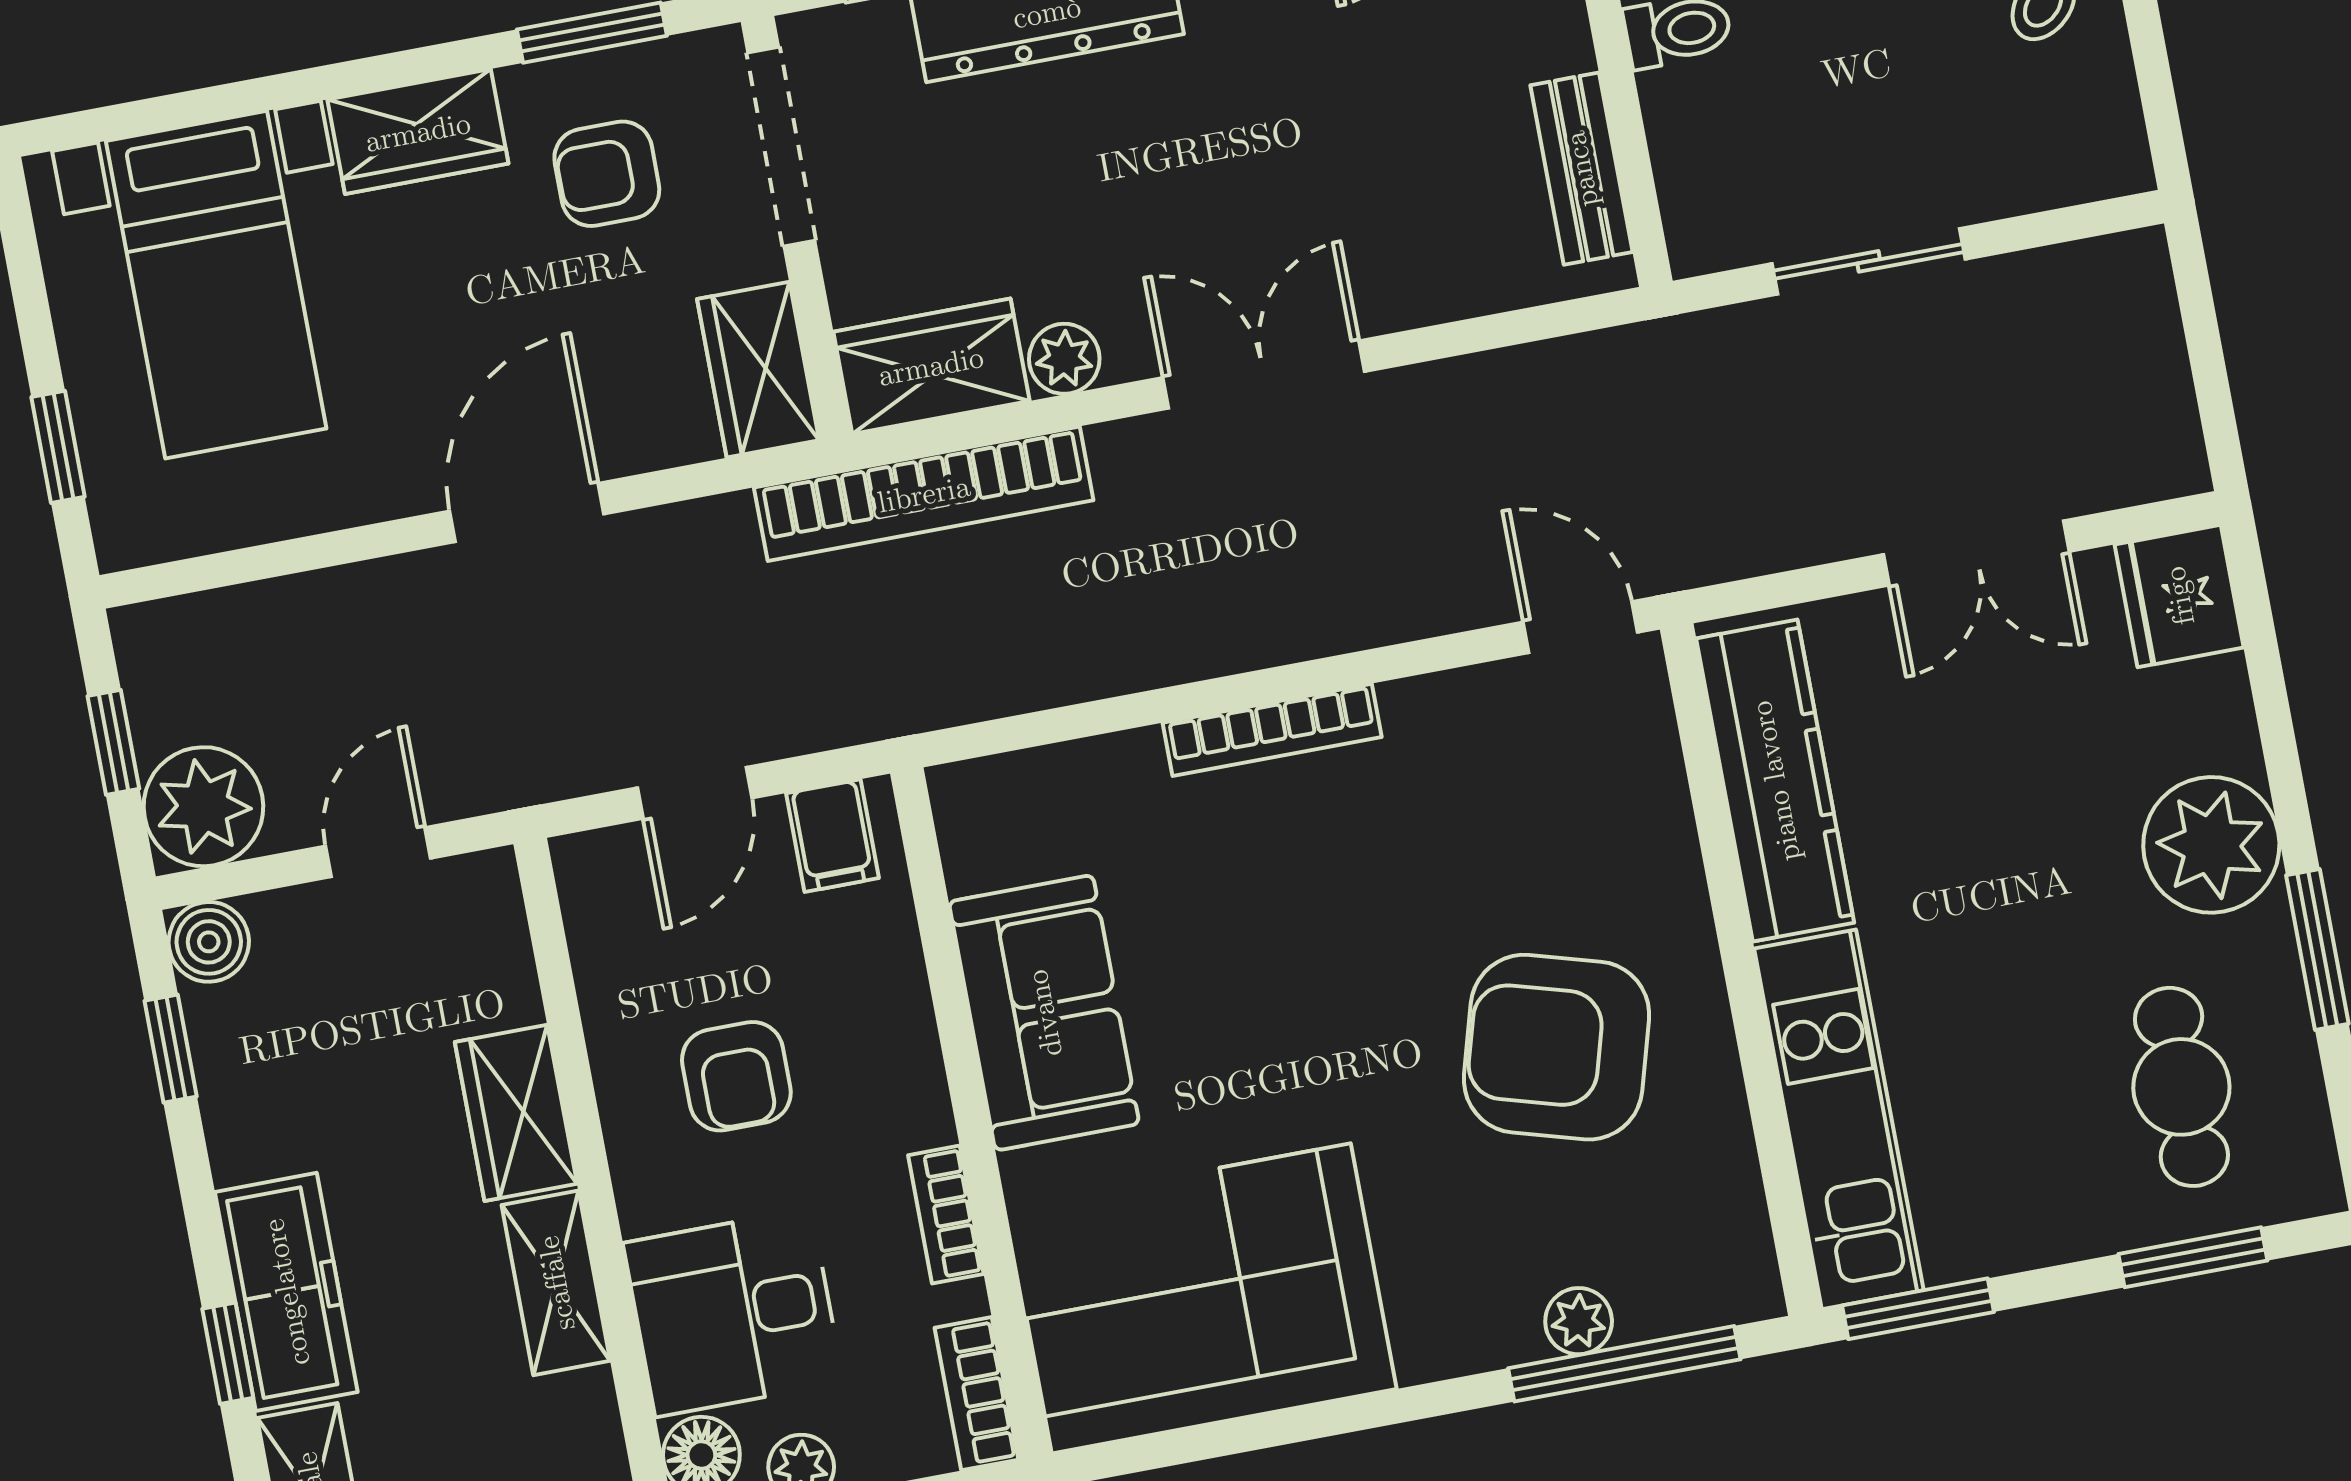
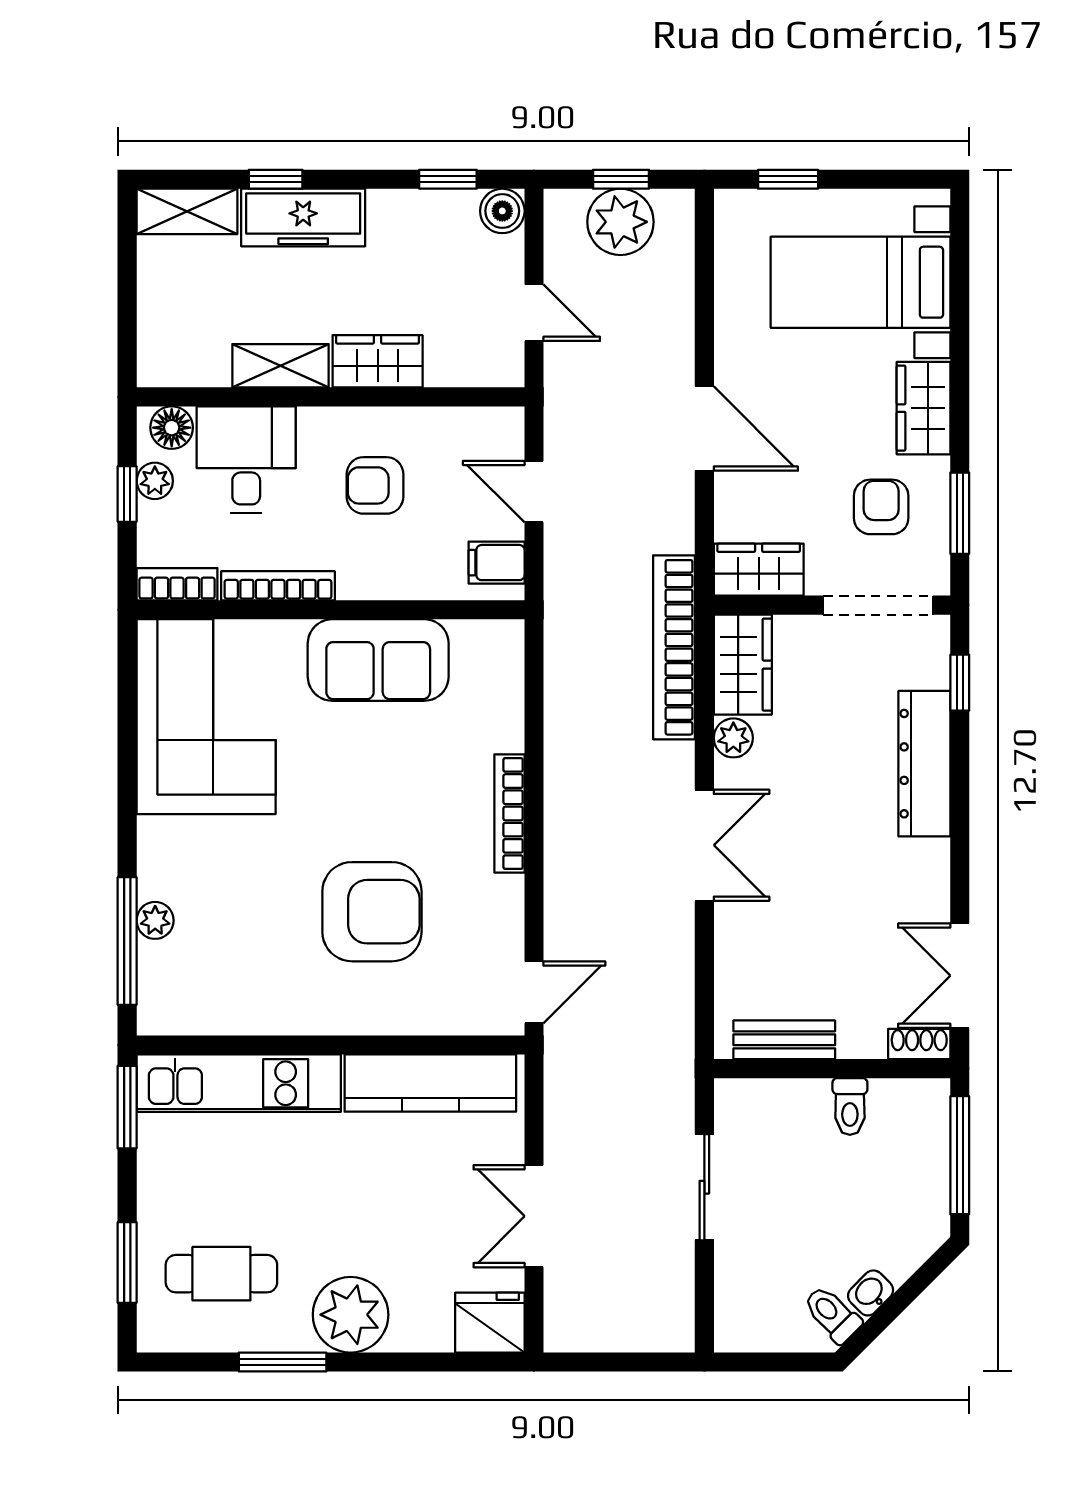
plant: (203, 807) -> (620, 222), moved
armchair: (1557, 1047) -> (372, 912), moved, turned 74
bookcase: (946, 1215) -> (278, 586), width x1.56

